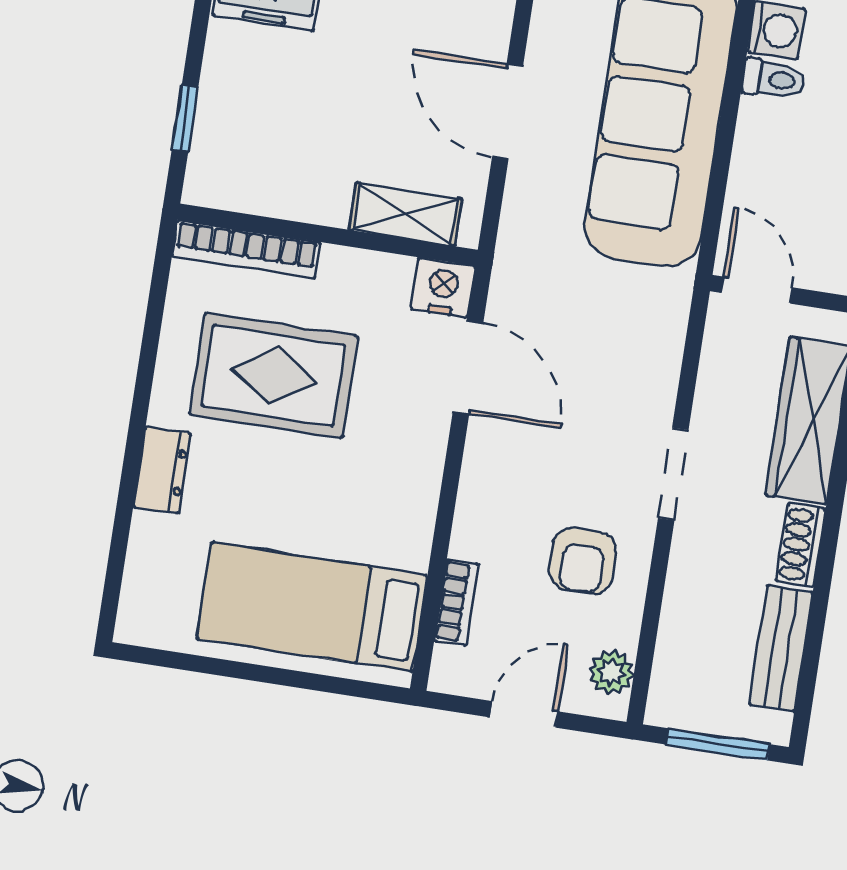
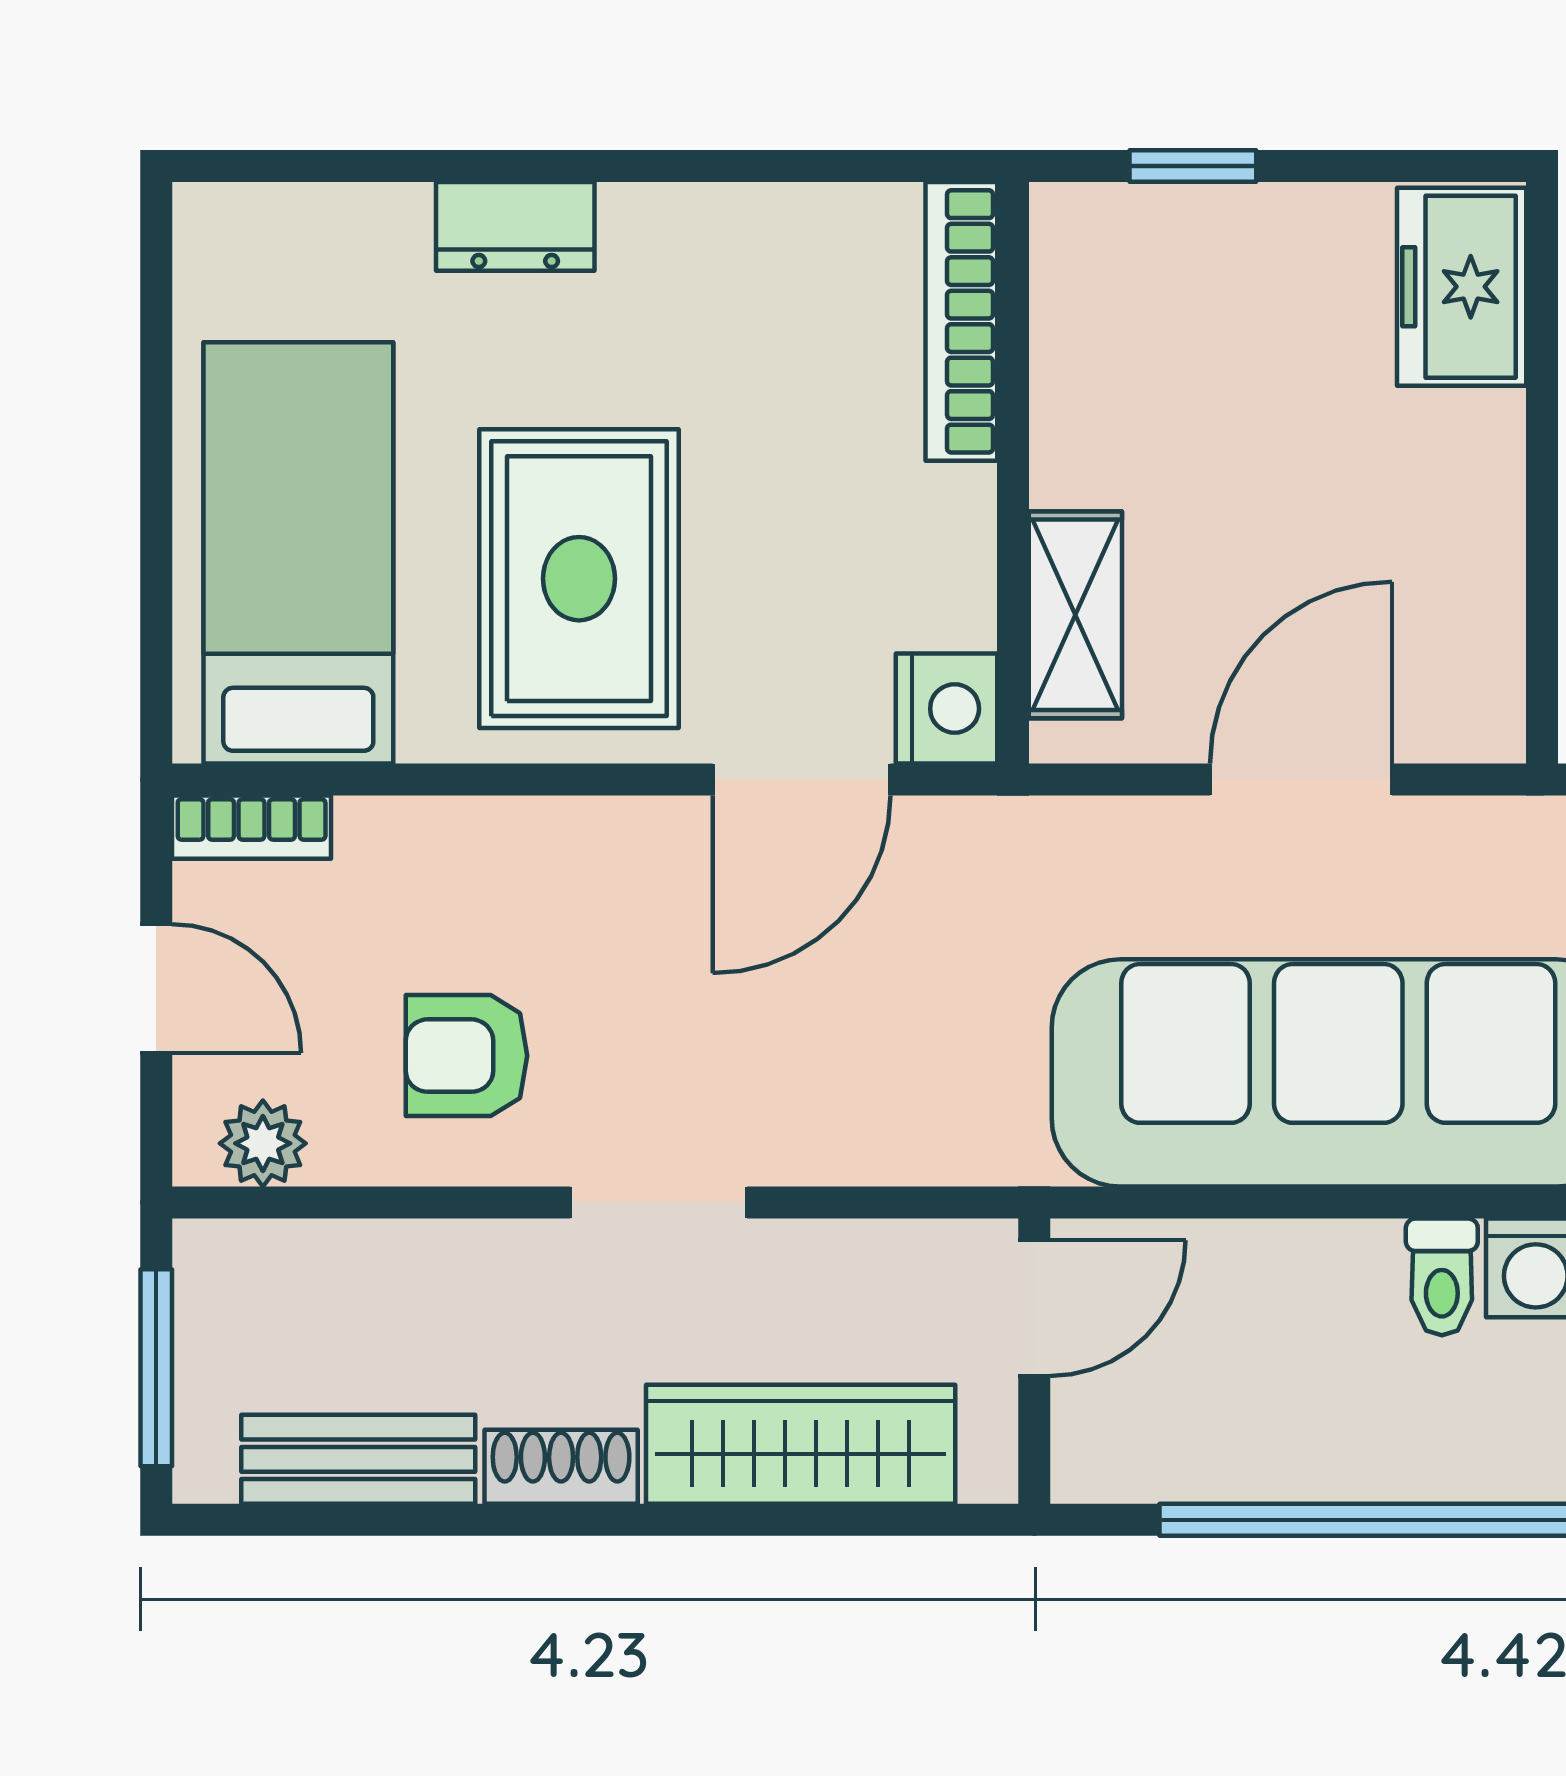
rug: (274, 375) -> (579, 579), moved
bookcase: (457, 602) -> (252, 827), moved

